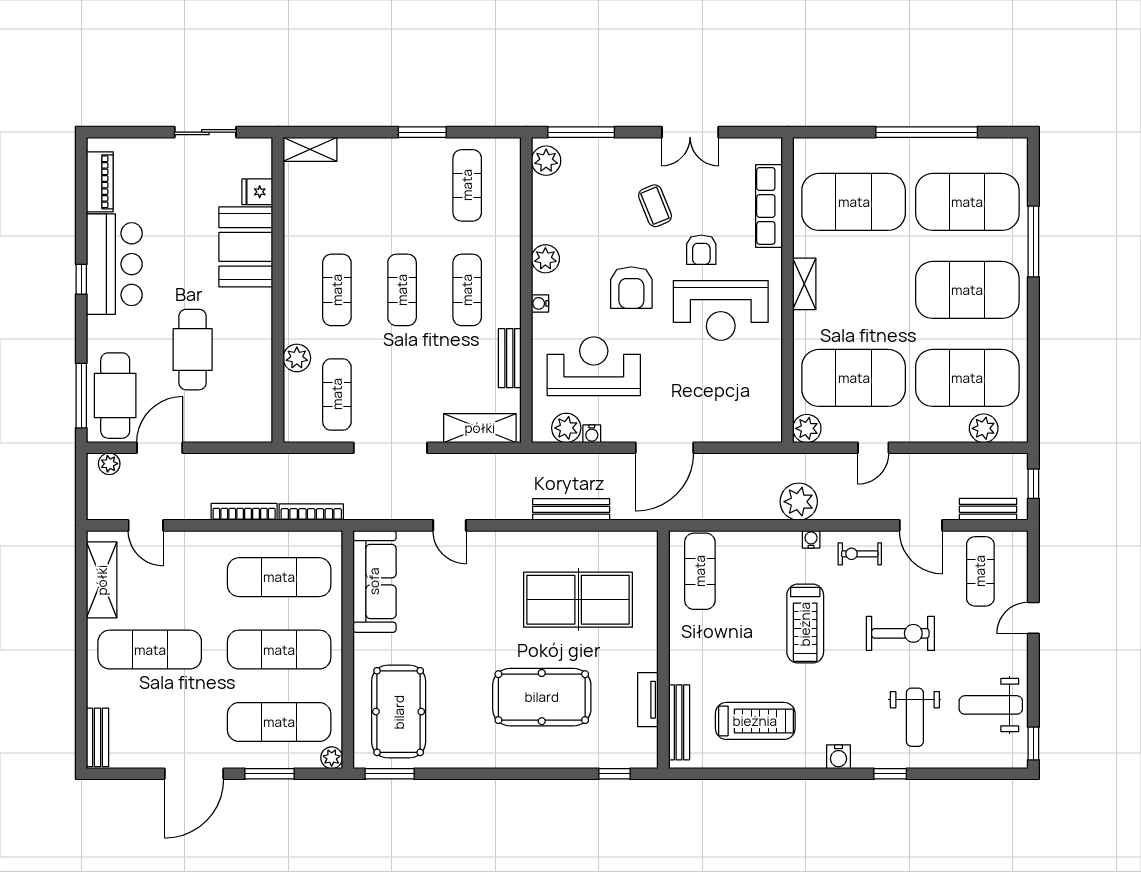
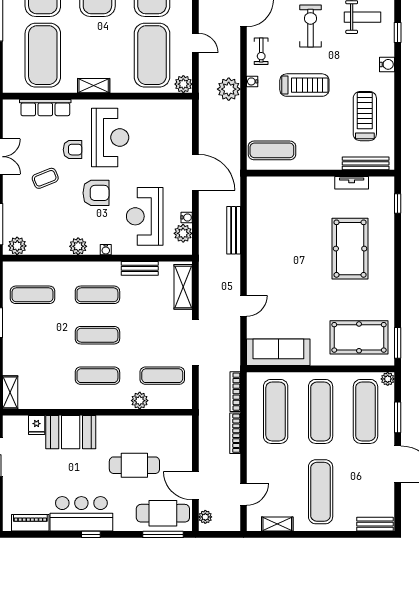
shelving: (102, 580) -> (277, 524), width x0.67, depth x0.75
table tennis table: (578, 600) -> (290, 226), removed

